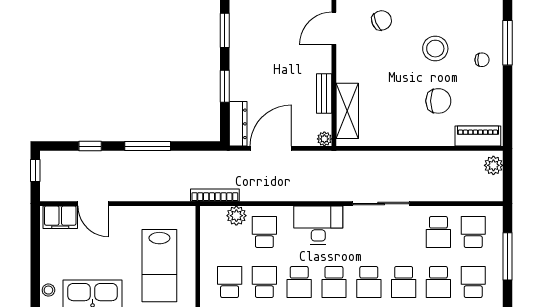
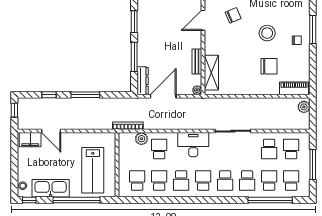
window: (225, 86) -> (134, 57), width x1.44
school desk: (334, 282) -> (203, 181), turned 180
school desk: (438, 282) -> (269, 181), turned 180

